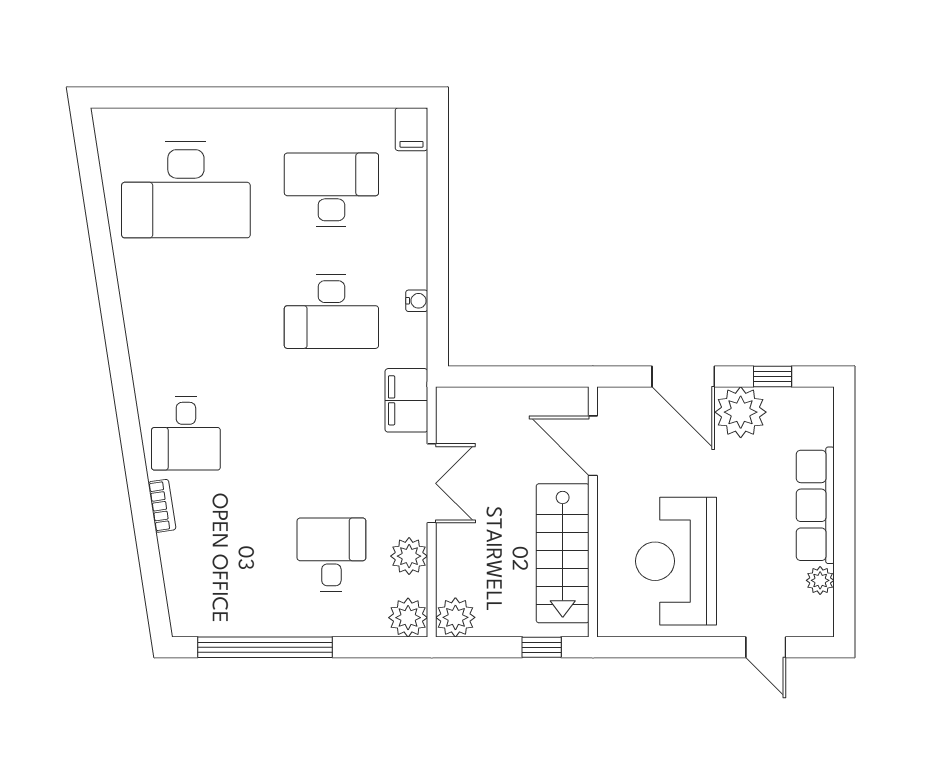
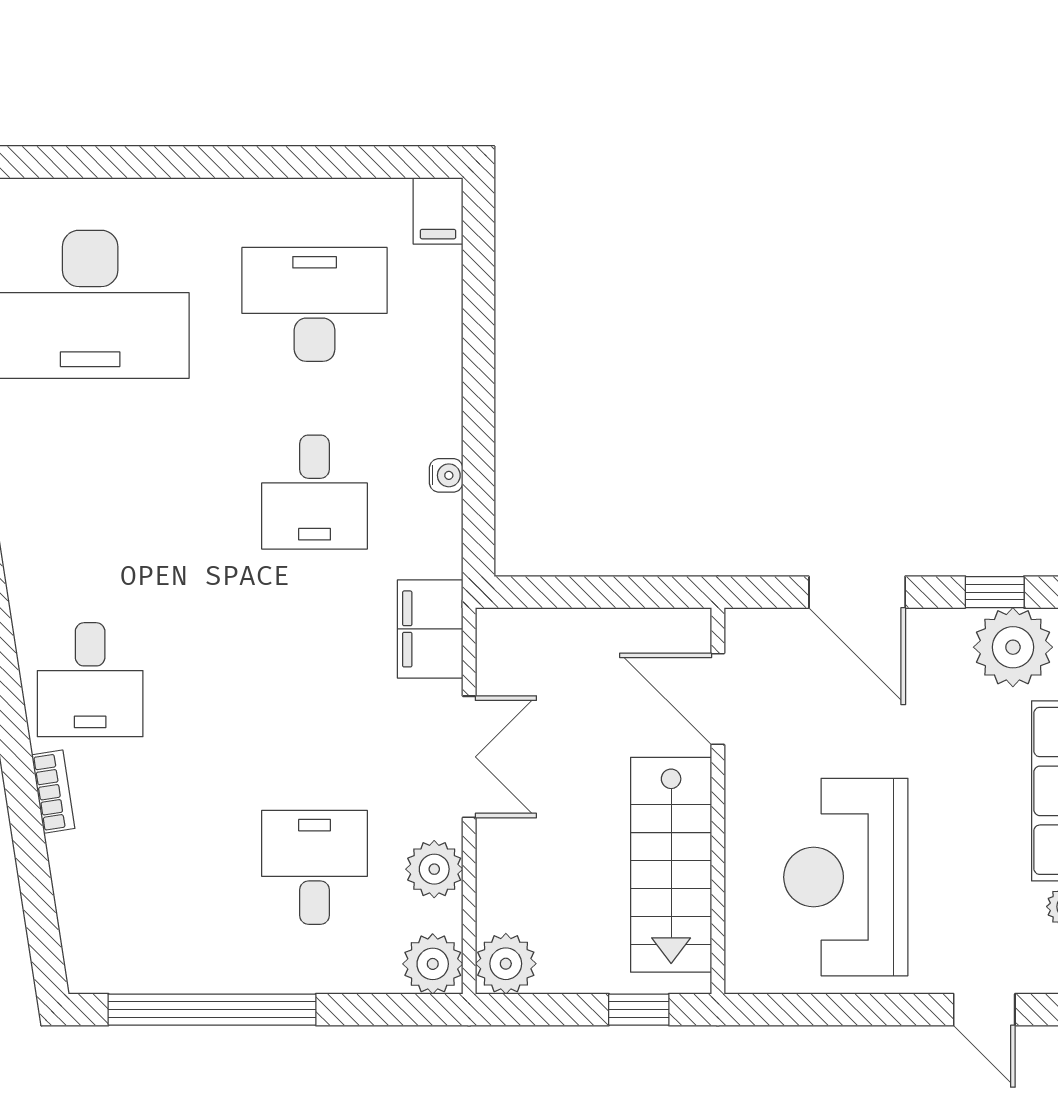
desk: (331, 312) -> (315, 492), width x0.73
plant: (741, 412) -> (1013, 647), moved

